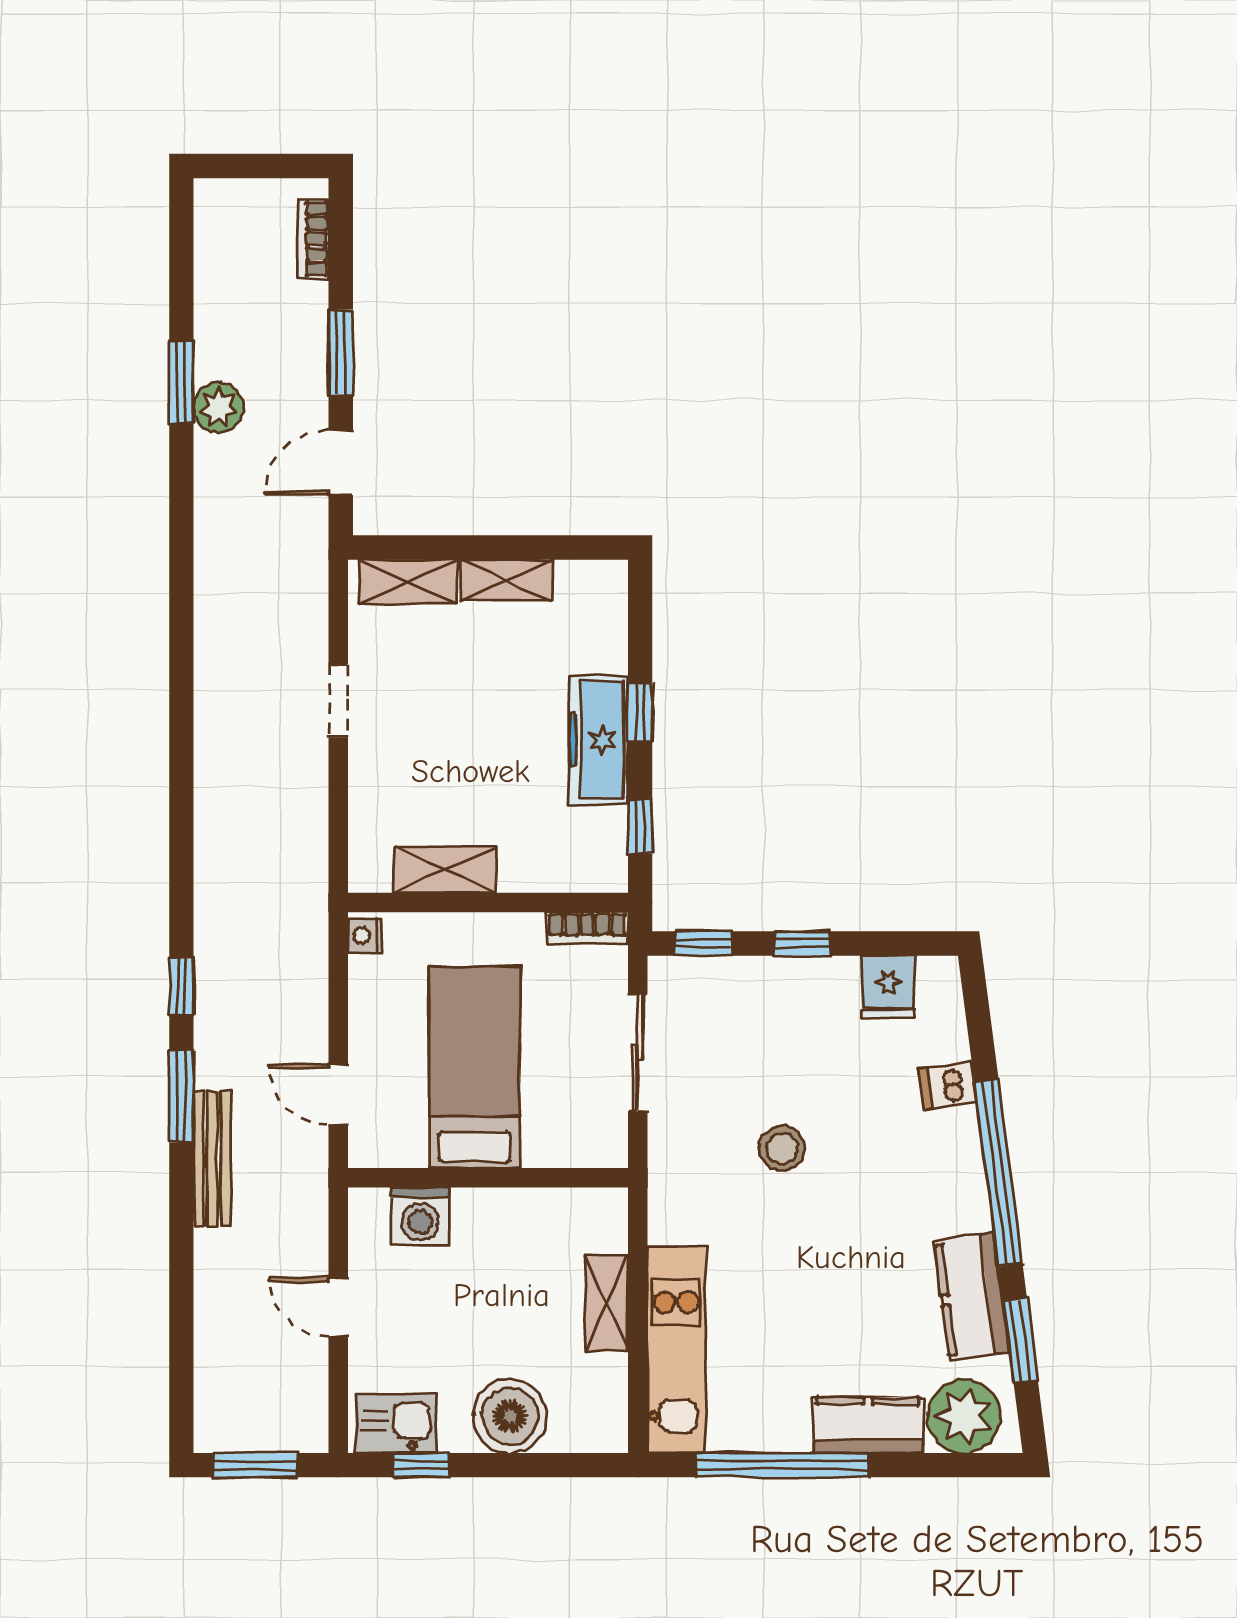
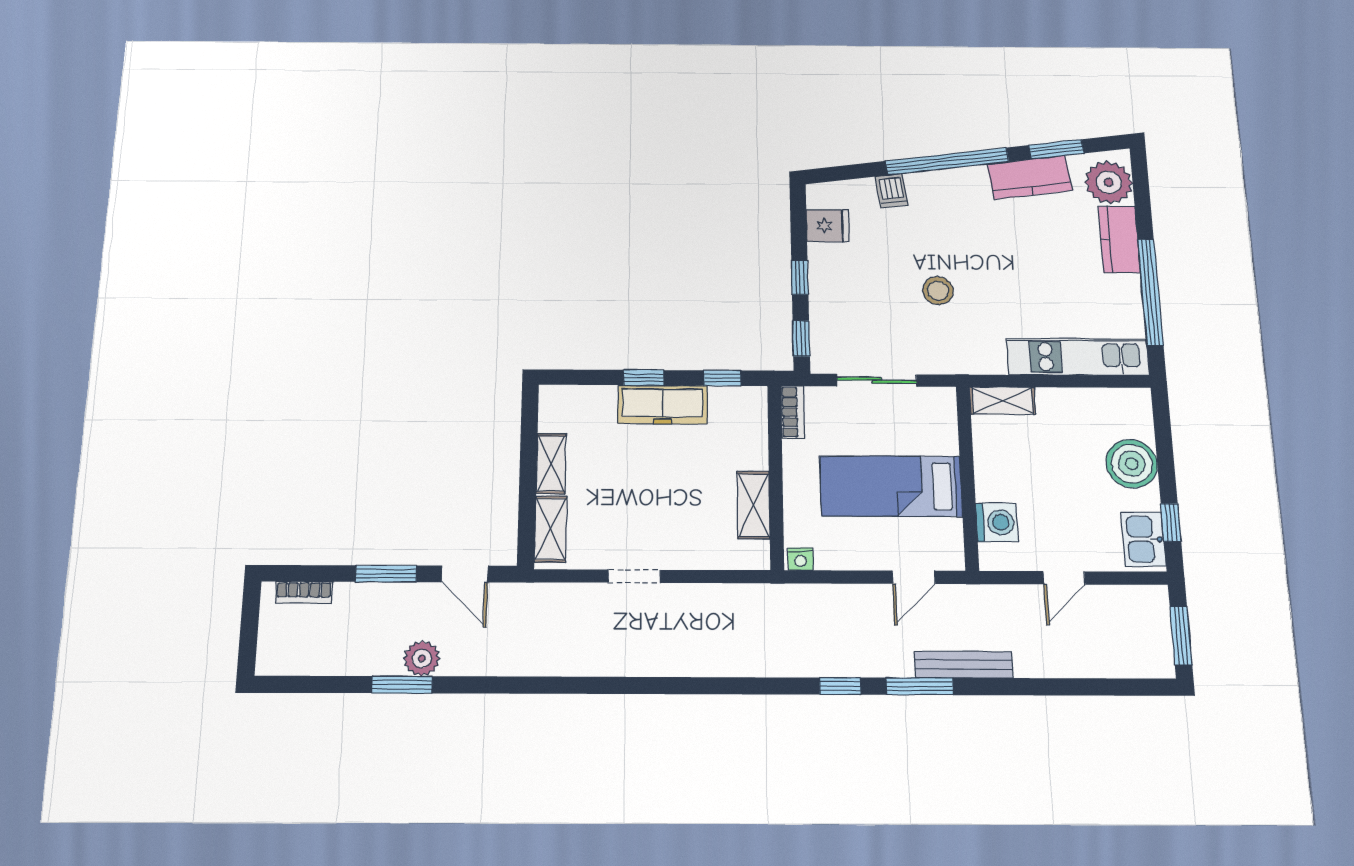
shelving: (607, 1303) -> (1002, 401), moved

